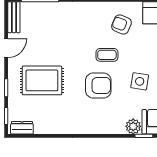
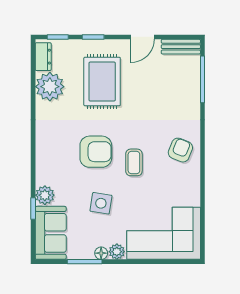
armchair: (122, 25) -> (180, 150), moved
door: (6, 48) -> (142, 37), hinge flipped
armchair: (98, 86) -> (96, 152), turned -90
plant: (46, 122) -> (50, 87), added

